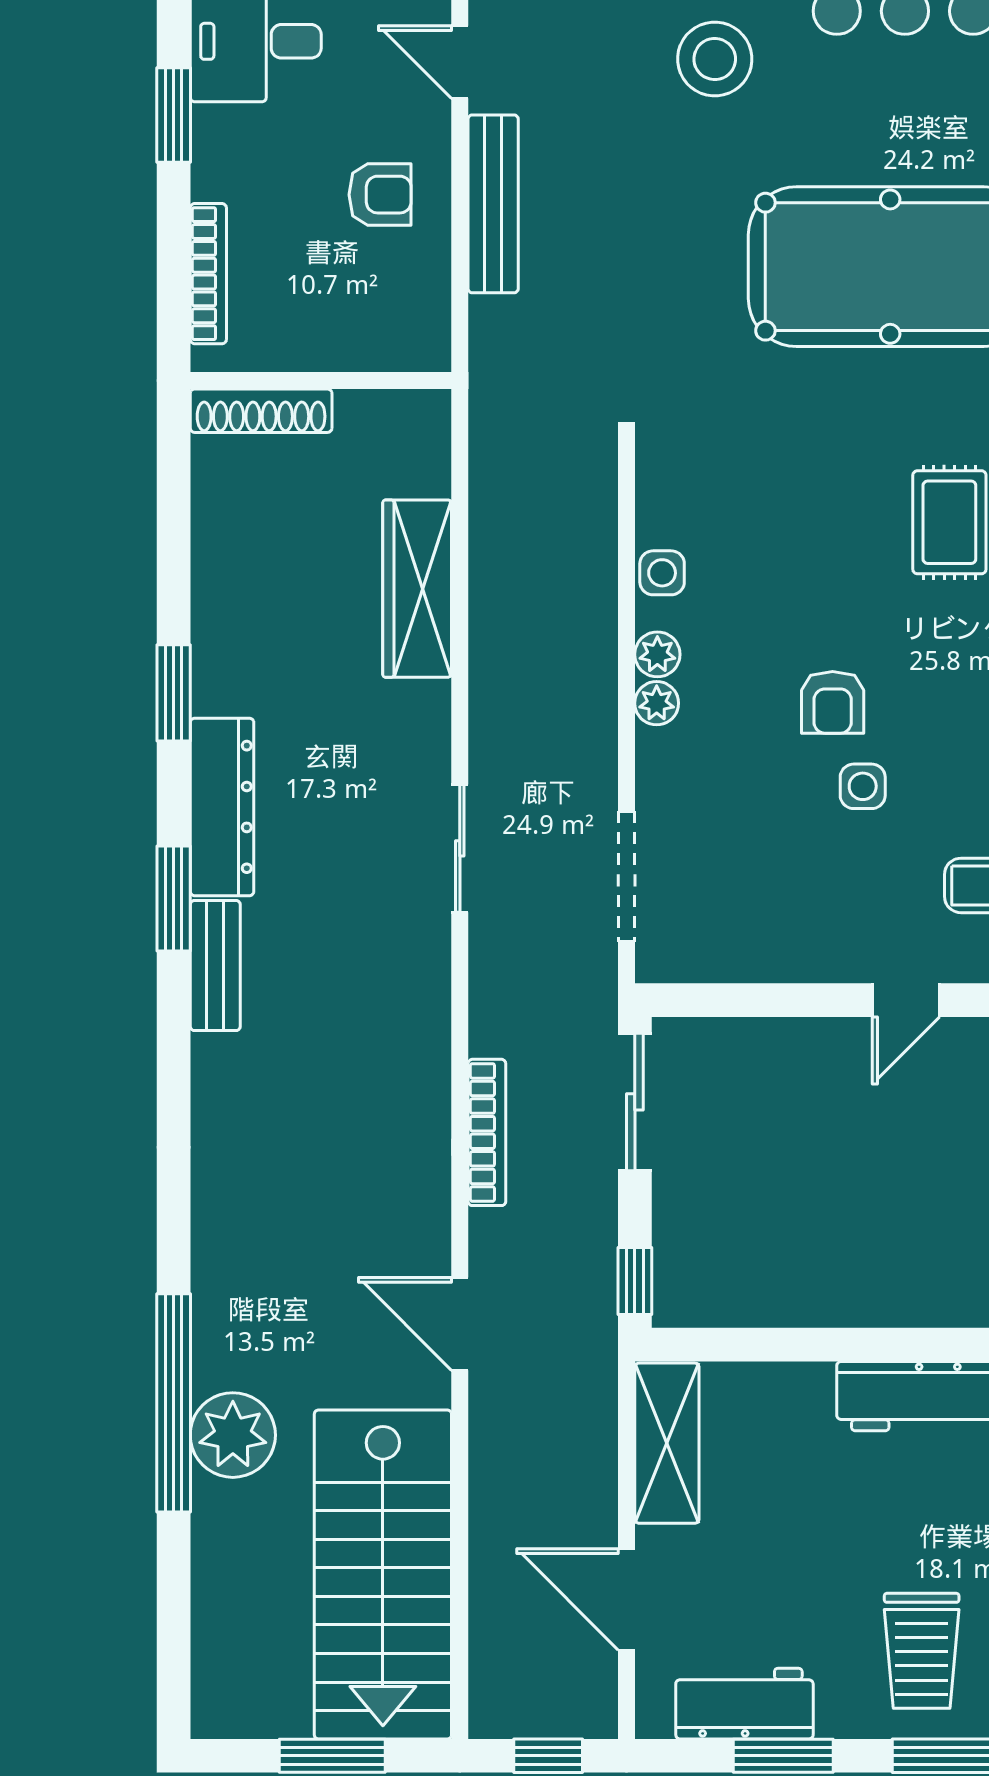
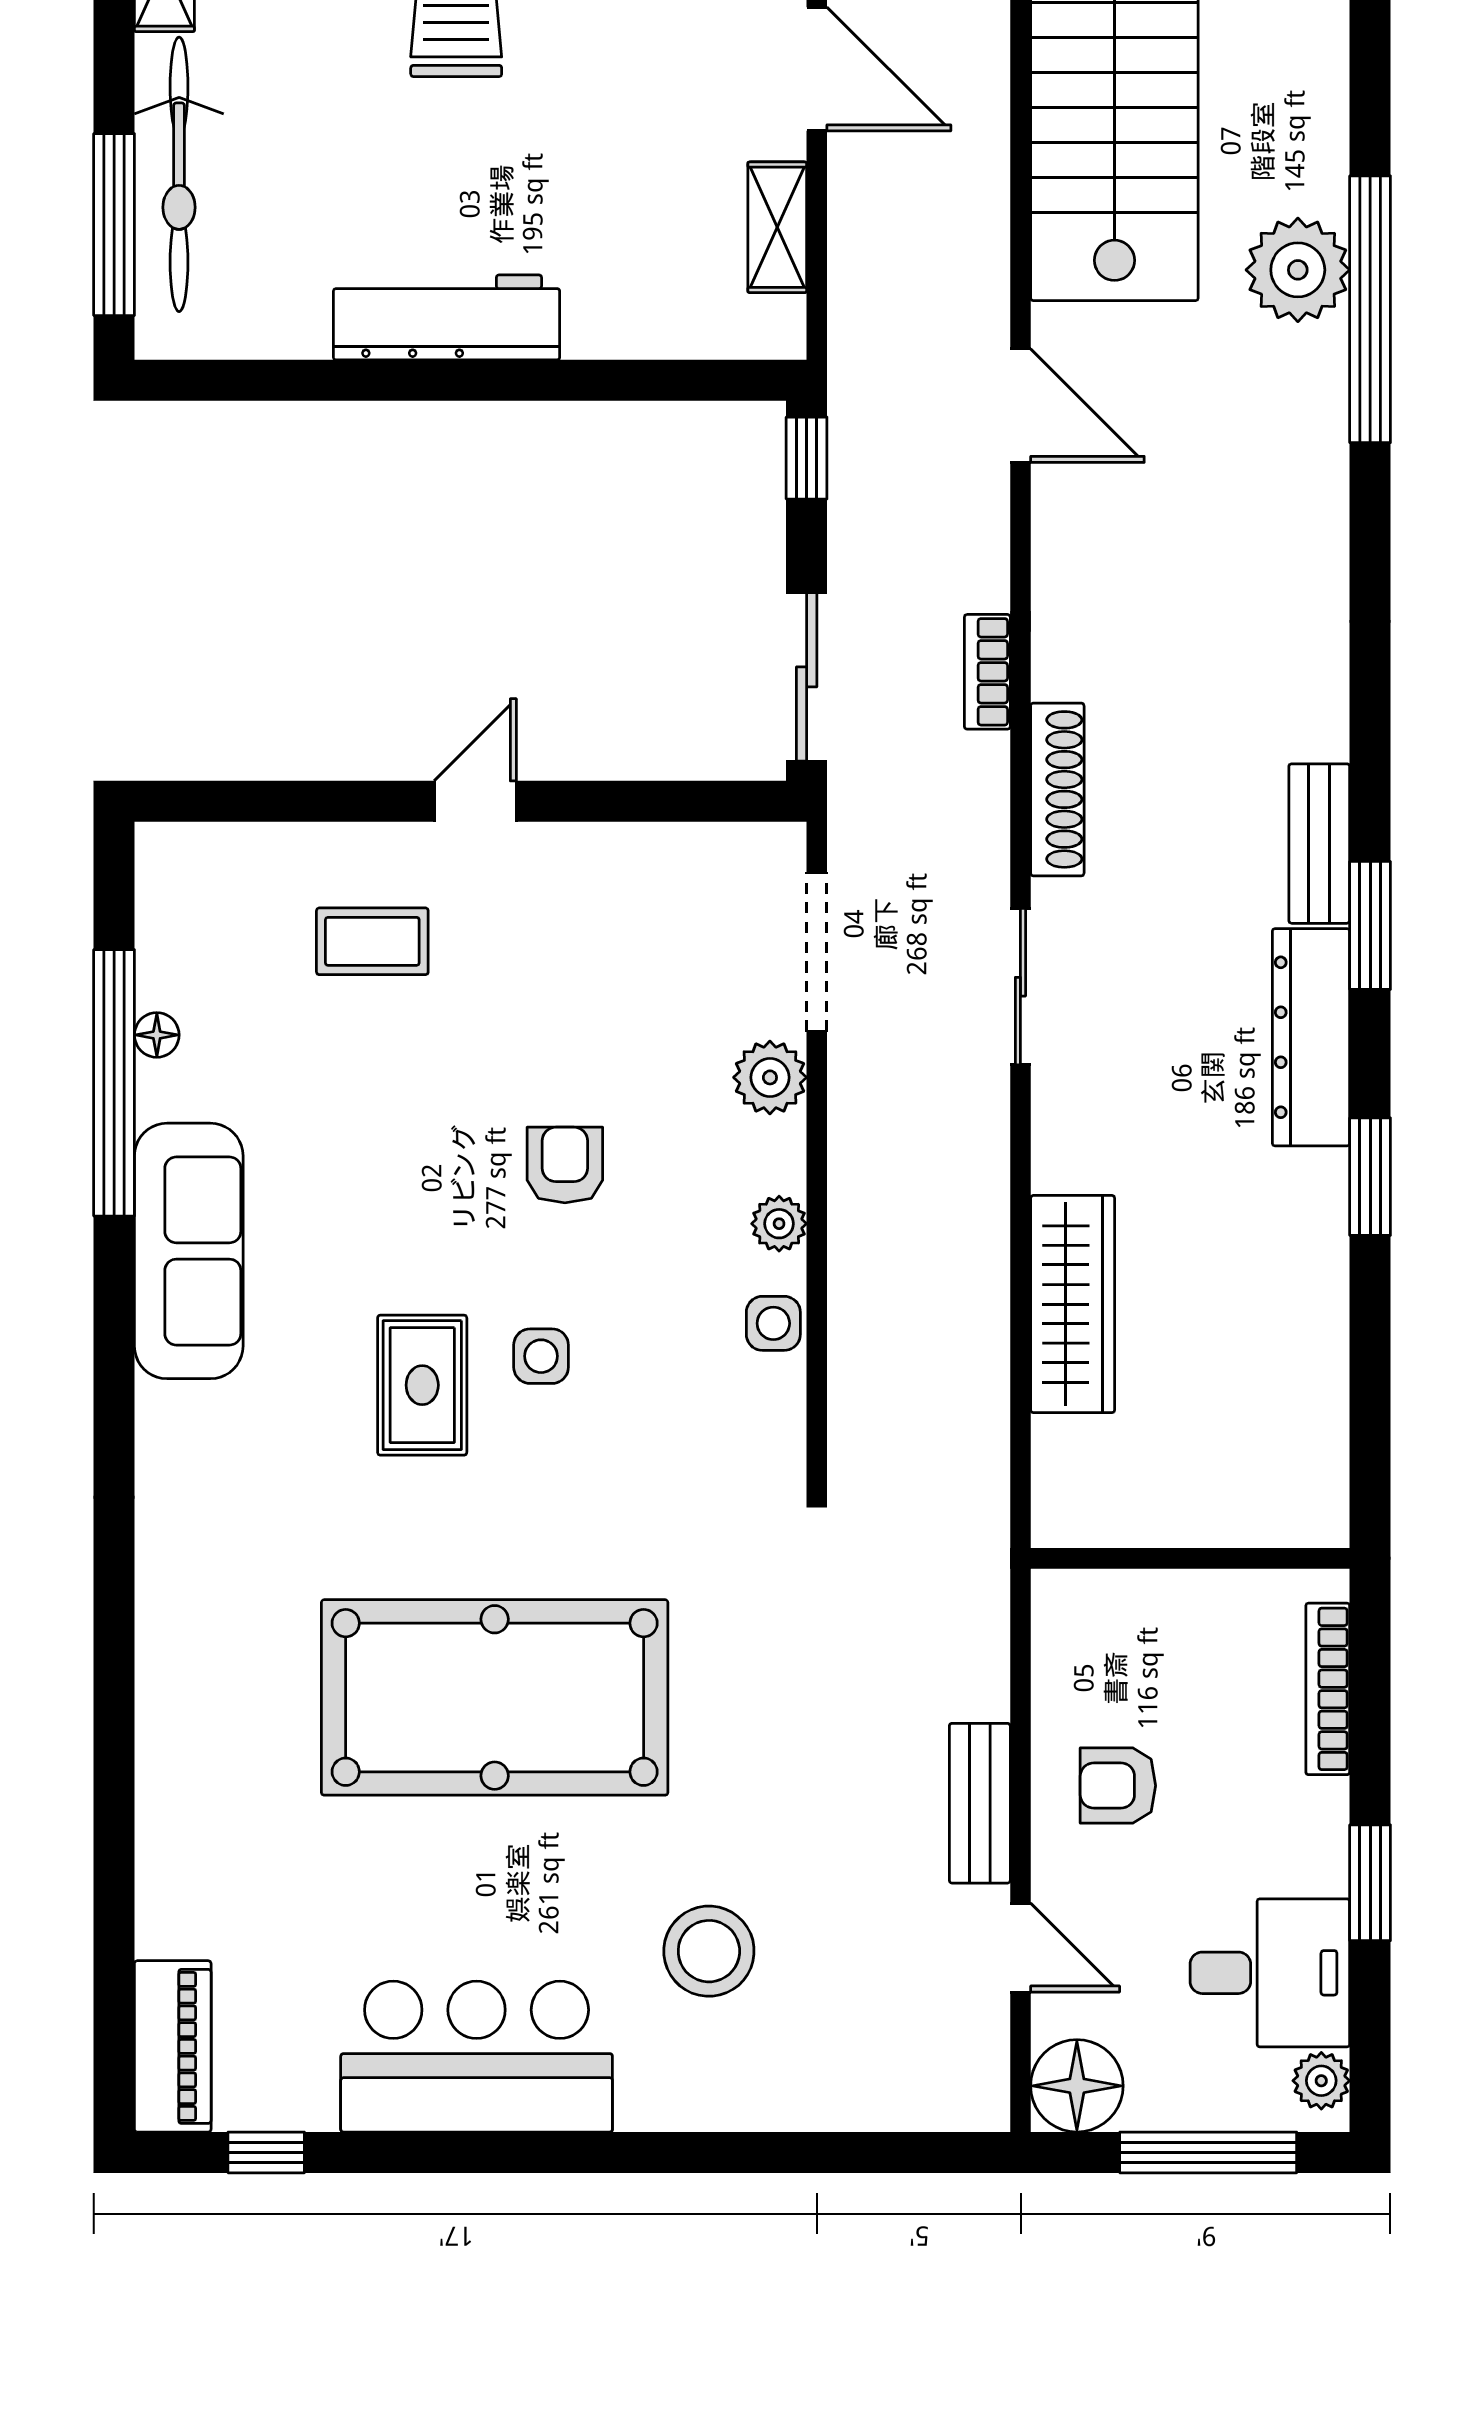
bench: (493, 204) -> (980, 1803), width x0.73
shoe rack: (261, 411) -> (1057, 789), moved, turned 90
plant: (657, 703) -> (770, 1077), moved, width x1.38, depth x1.38
side table: (863, 786) -> (541, 1356), moved
bookcase: (487, 1132) -> (987, 672), width x0.64
shelving: (667, 1443) -> (777, 227), width x0.67, depth x0.75

